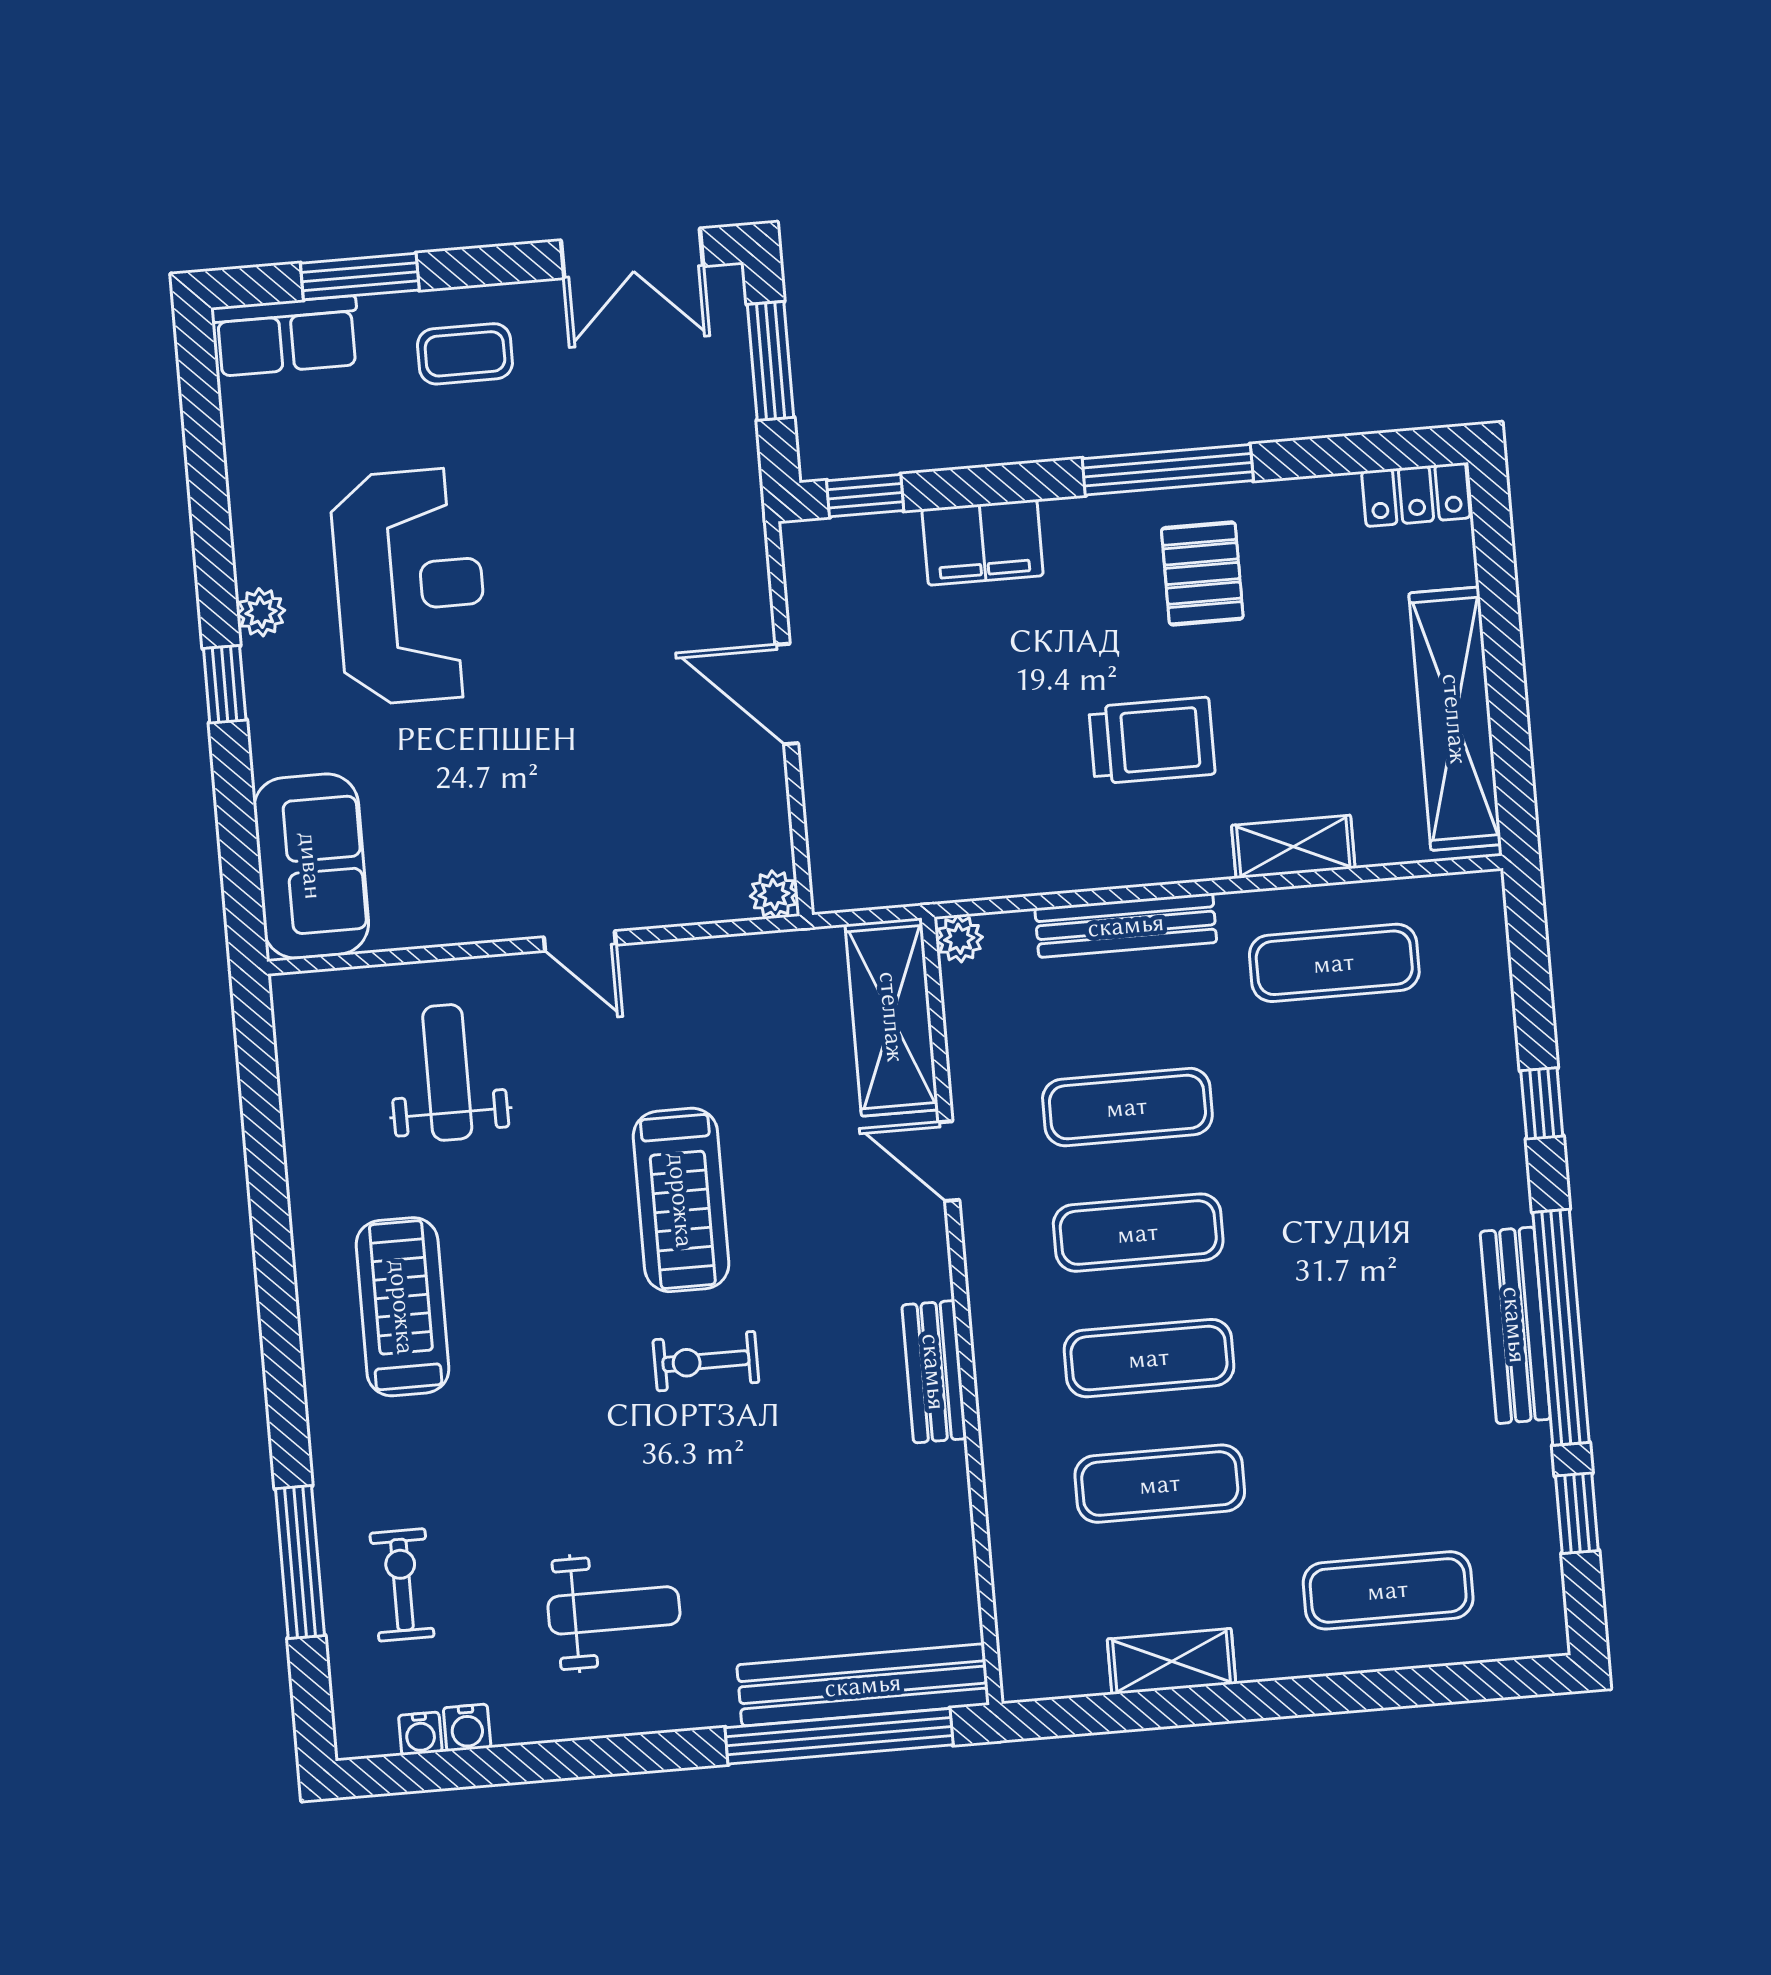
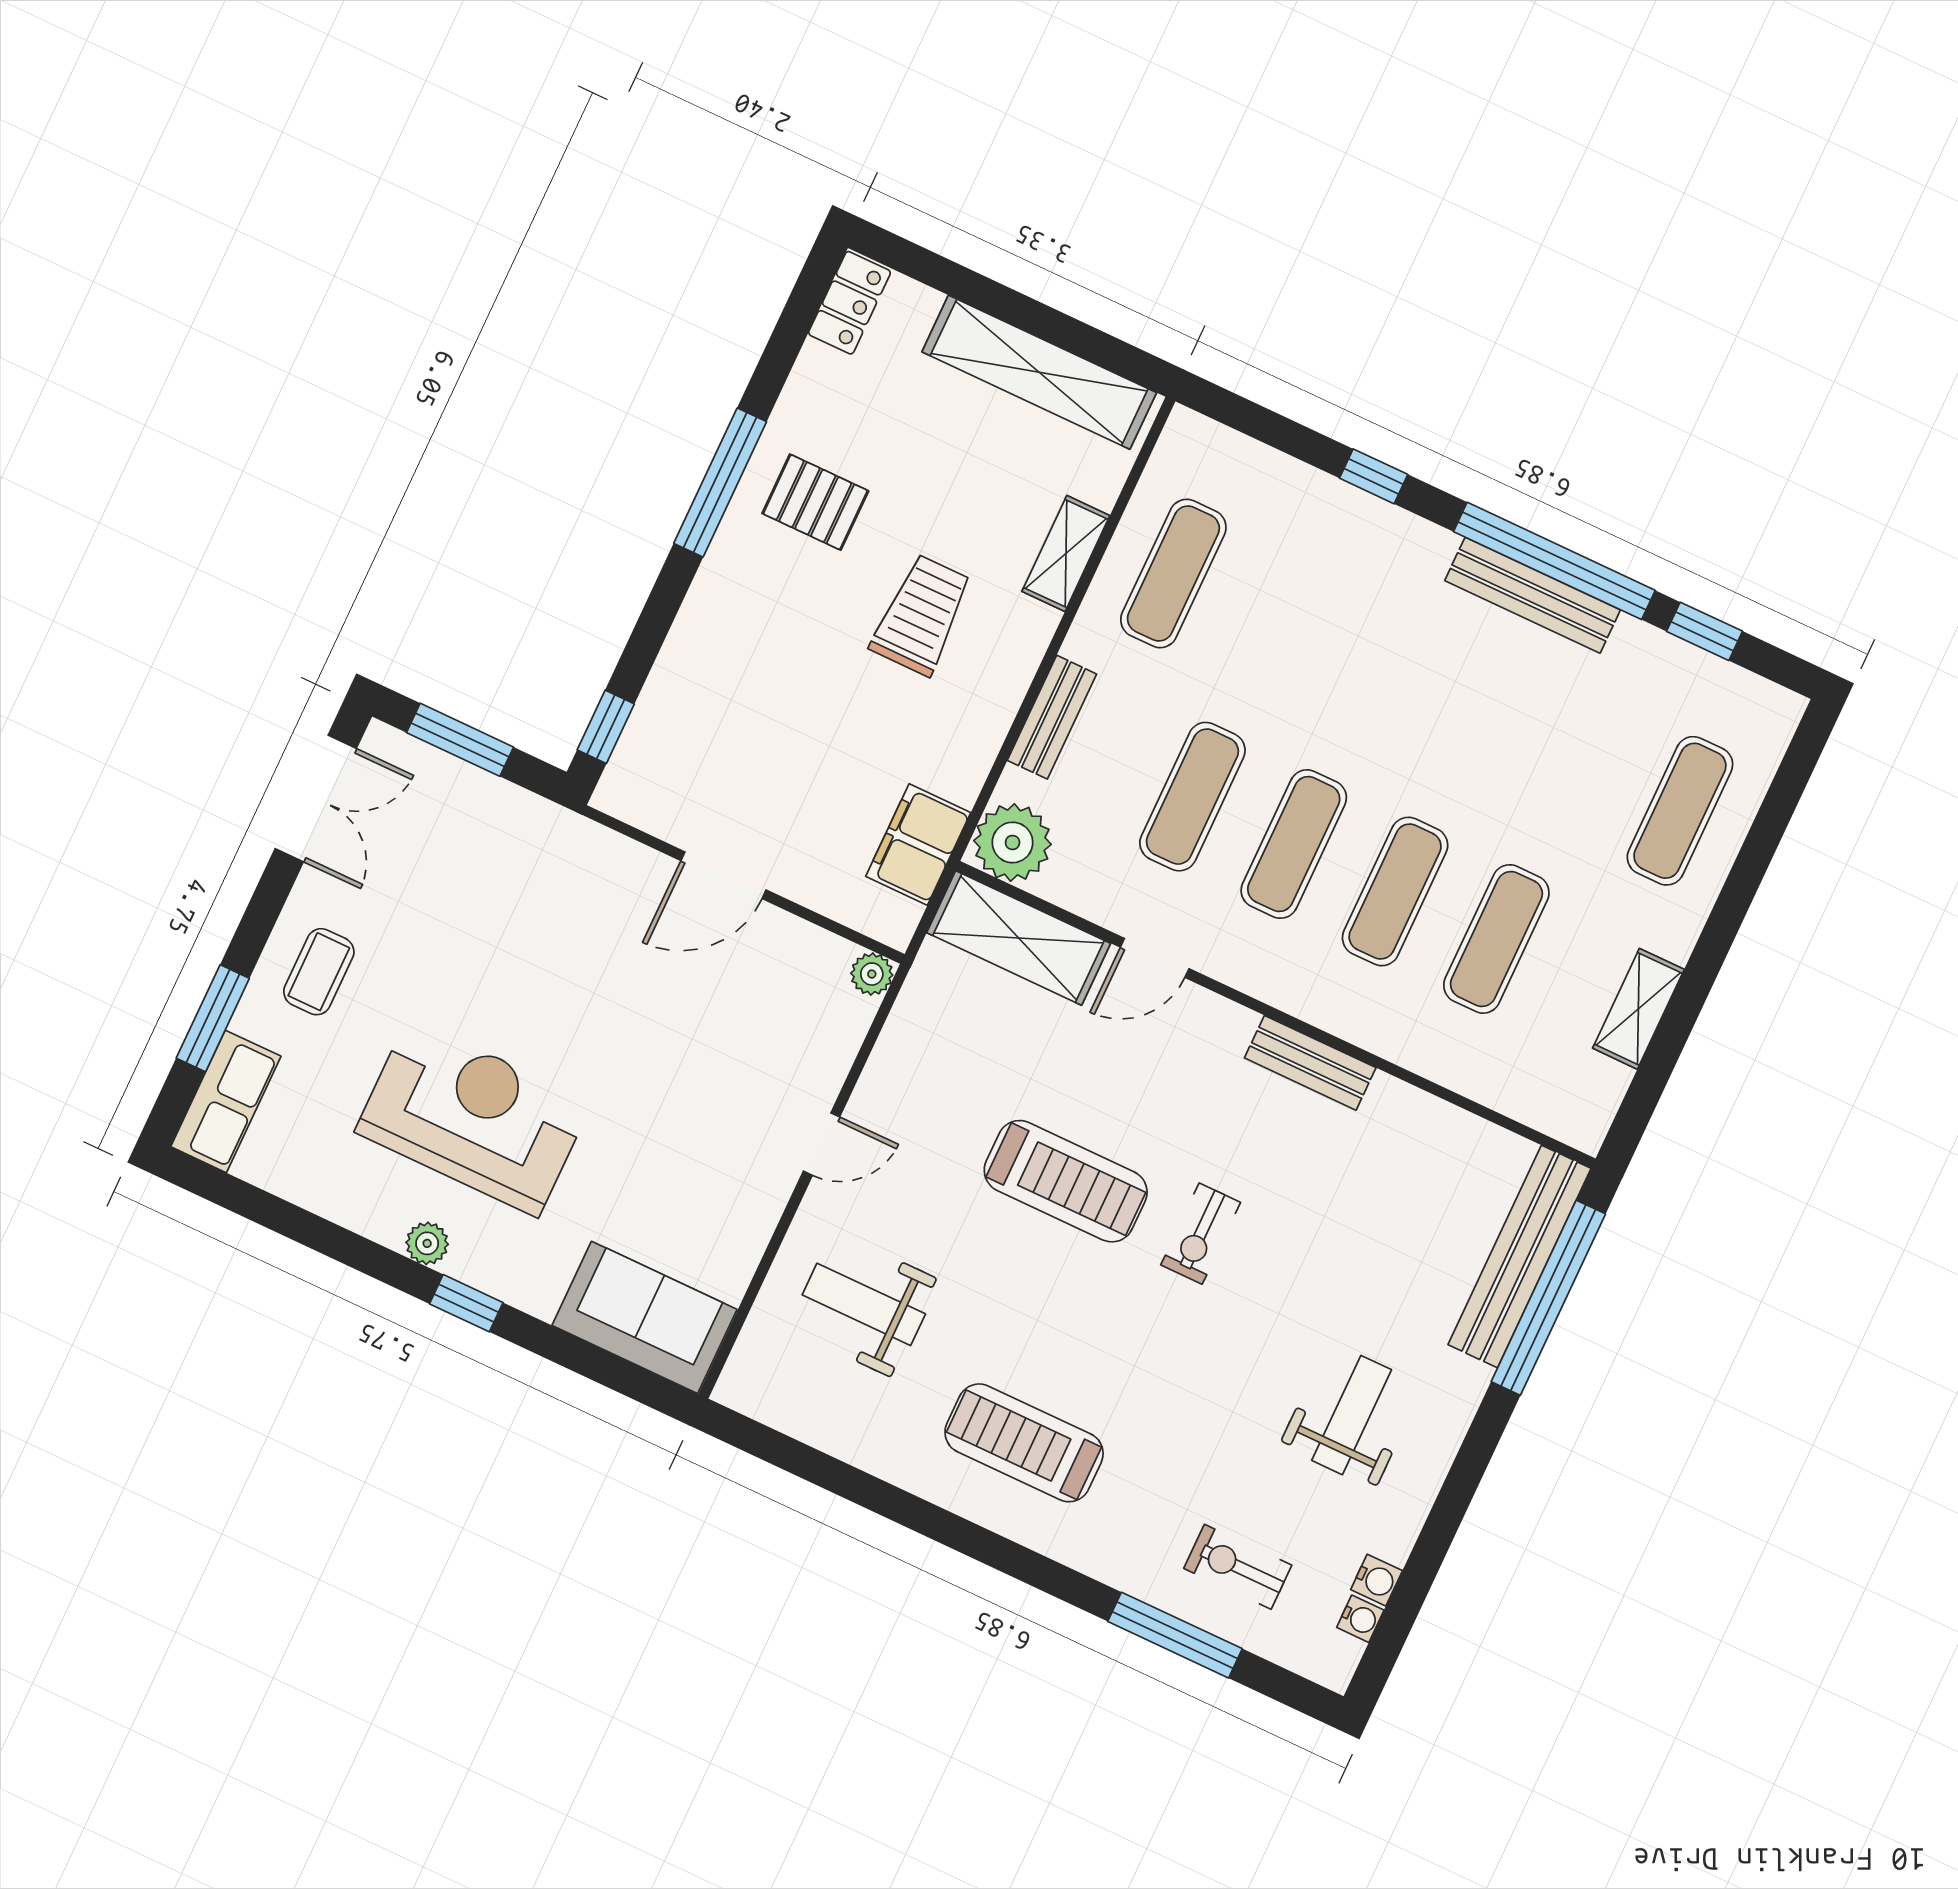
filing cabinet: (983, 542) -> (918, 845), moved, turned 180
bench: (1126, 925) -> (1052, 717), width x0.73
plant: (959, 939) -> (1013, 842), width x1.88, depth x1.88

